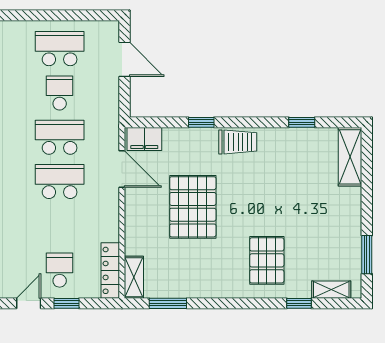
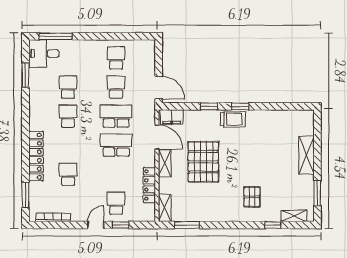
school desk: (60, 49) -> (116, 58), width x0.54
door: (125, 59) -> (159, 88), moved
window: (302, 122) -> (240, 106), moved
shelving: (350, 157) -> (306, 155), moved
shelving: (134, 209) -> (165, 163), added
pallet: (267, 260) -> (252, 197), width x0.67, depth x0.71
locker: (110, 270) -> (149, 185), moved

